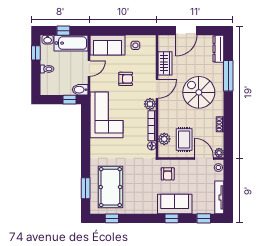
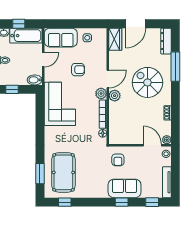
wardrobe: (165, 63) -> (115, 39), moved
window: (69, 100) -> (12, 89), moved
plant: (164, 139) -> (115, 96), moved
rug: (184, 140) -> (133, 127), removed

